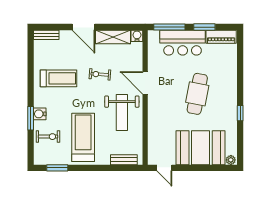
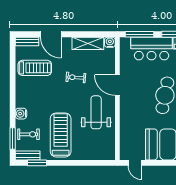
door: (84, 27) -> (51, 34), moved
treadmill: (58, 78) -> (35, 68), moved
weight bench: (122, 113) -> (96, 112), turned 180
window: (31, 118) -> (13, 138), moved
bench: (124, 160) -> (28, 155), moved

